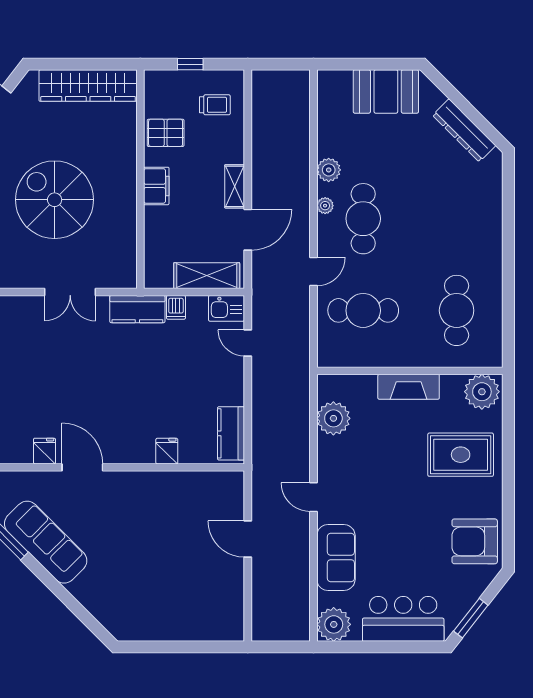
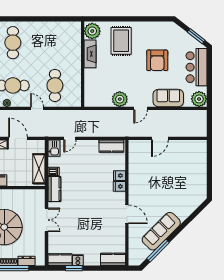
shelving: (207, 276) -> (39, 169), moved
cafe table: (457, 310) -> (13, 43), moved, turned 90
fireplace: (409, 387) -> (90, 54), moved
plant: (333, 418) -> (120, 99), moved
fridge: (44, 451) -> (119, 186), moved
door: (82, 467) -> (127, 214), swing flipped
armchair: (475, 541) -> (157, 60), moved

